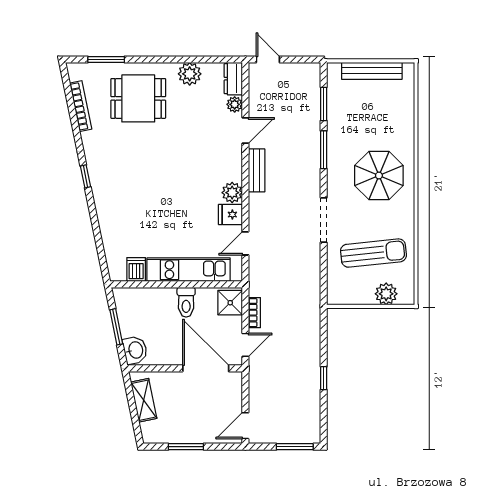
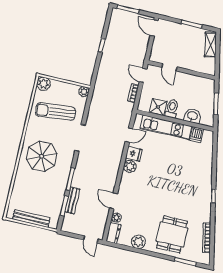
dining table: (138, 98) -> (172, 234), turned 90
door: (245, 130) -> (114, 201), hinge flipped
bench: (257, 170) -> (72, 200), moved
plant: (386, 294) -> (43, 84), moved
plant: (335, 297) -> (84, 92), added
shower: (230, 303) -> (158, 107), moved
door: (245, 345) -> (143, 75), hinge flipped
washbasin: (135, 350) -> (192, 116), moved, turned 102
door: (206, 368) -> (169, 67), width x0.53
shelving: (144, 400) -> (210, 45), moved
door: (245, 426) -> (154, 28), swing flipped

